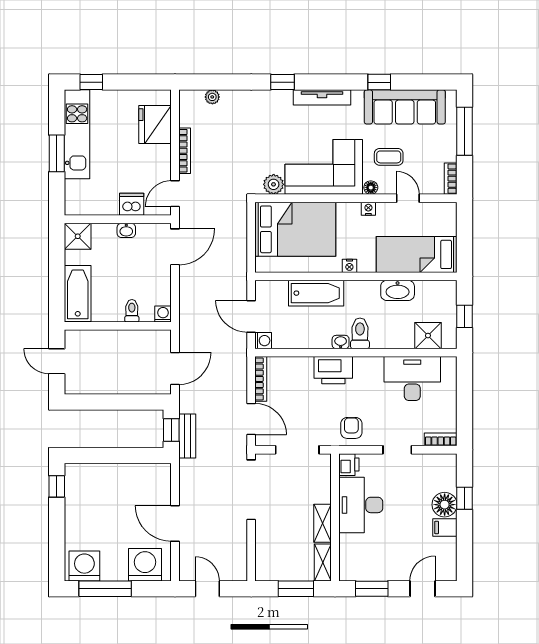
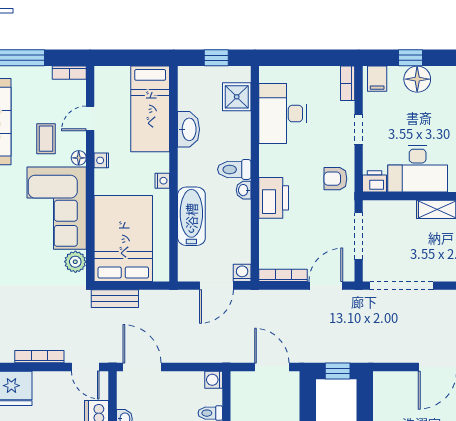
bench: (187, 436) -> (115, 299), moved
filing cabinet: (445, 528) -> (377, 79), moved

